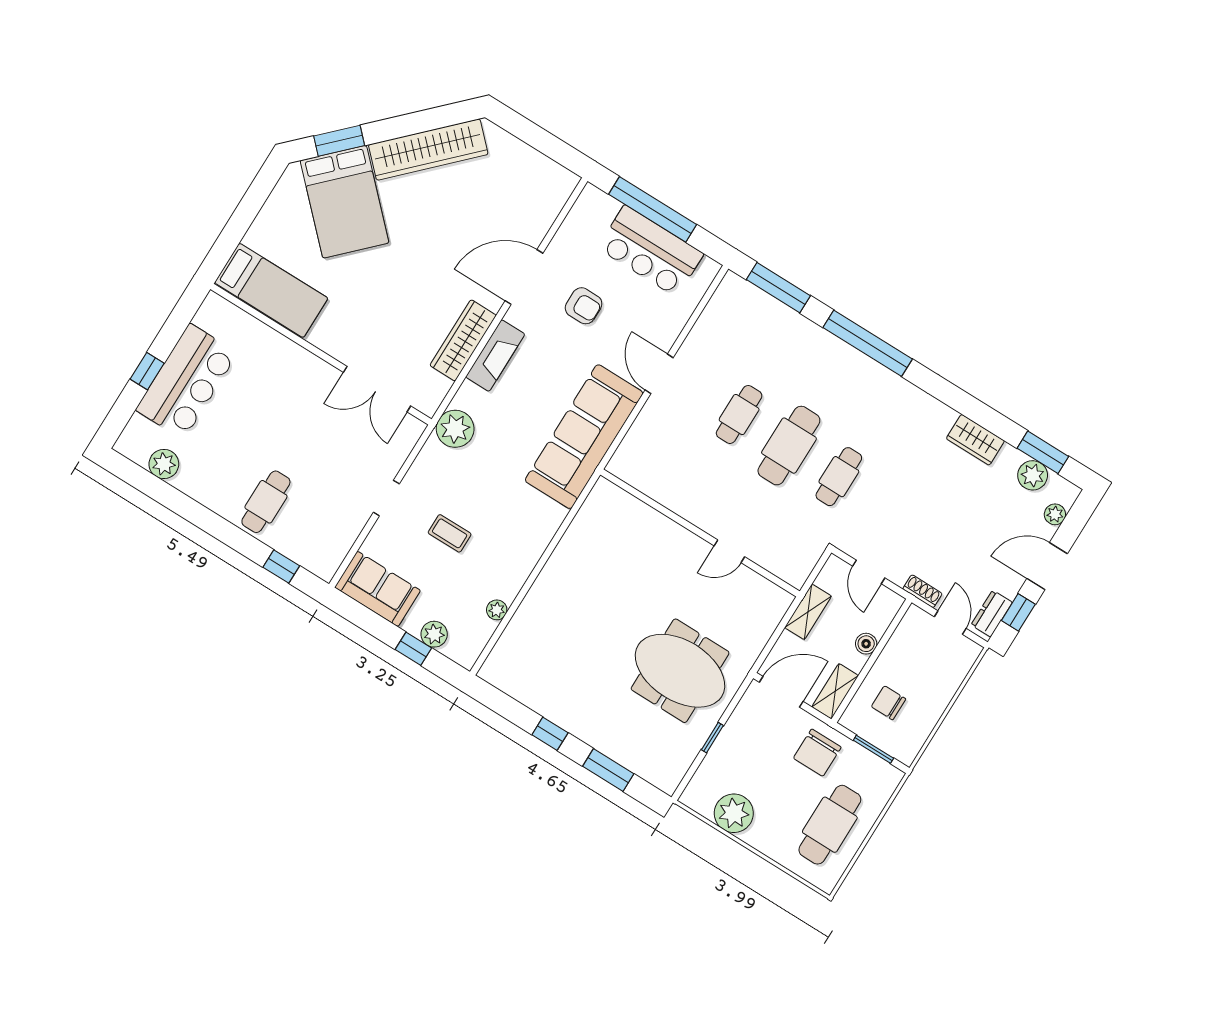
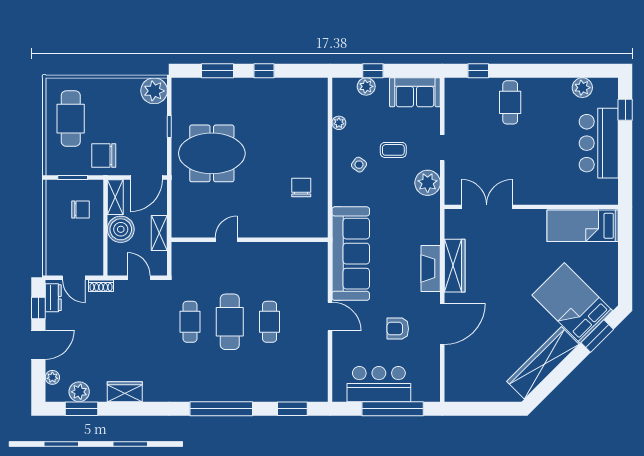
window: (778, 288) -> (292, 409), width x0.69
window: (147, 371) -> (625, 110), moved
plant: (455, 429) -> (428, 183), moved
side table: (504, 542) -> (359, 165), added
chair: (595, 558) -> (301, 188), added
boiler: (866, 644) -> (121, 229), width x1.86, depth x1.86
chair: (817, 753) -> (104, 155), turned -90
plant: (734, 813) -> (154, 91), moved

